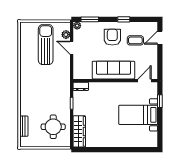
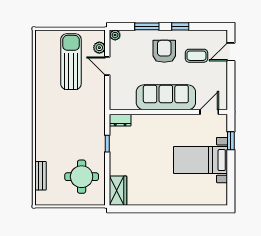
window: (90, 19) -> (147, 26), moved
wardrobe: (79, 131) -> (118, 191), width x0.67

